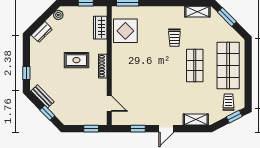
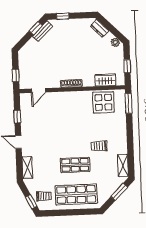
rug: (76, 60) -> (76, 60), removed
window: (47, 113) -> (36, 28), moved

